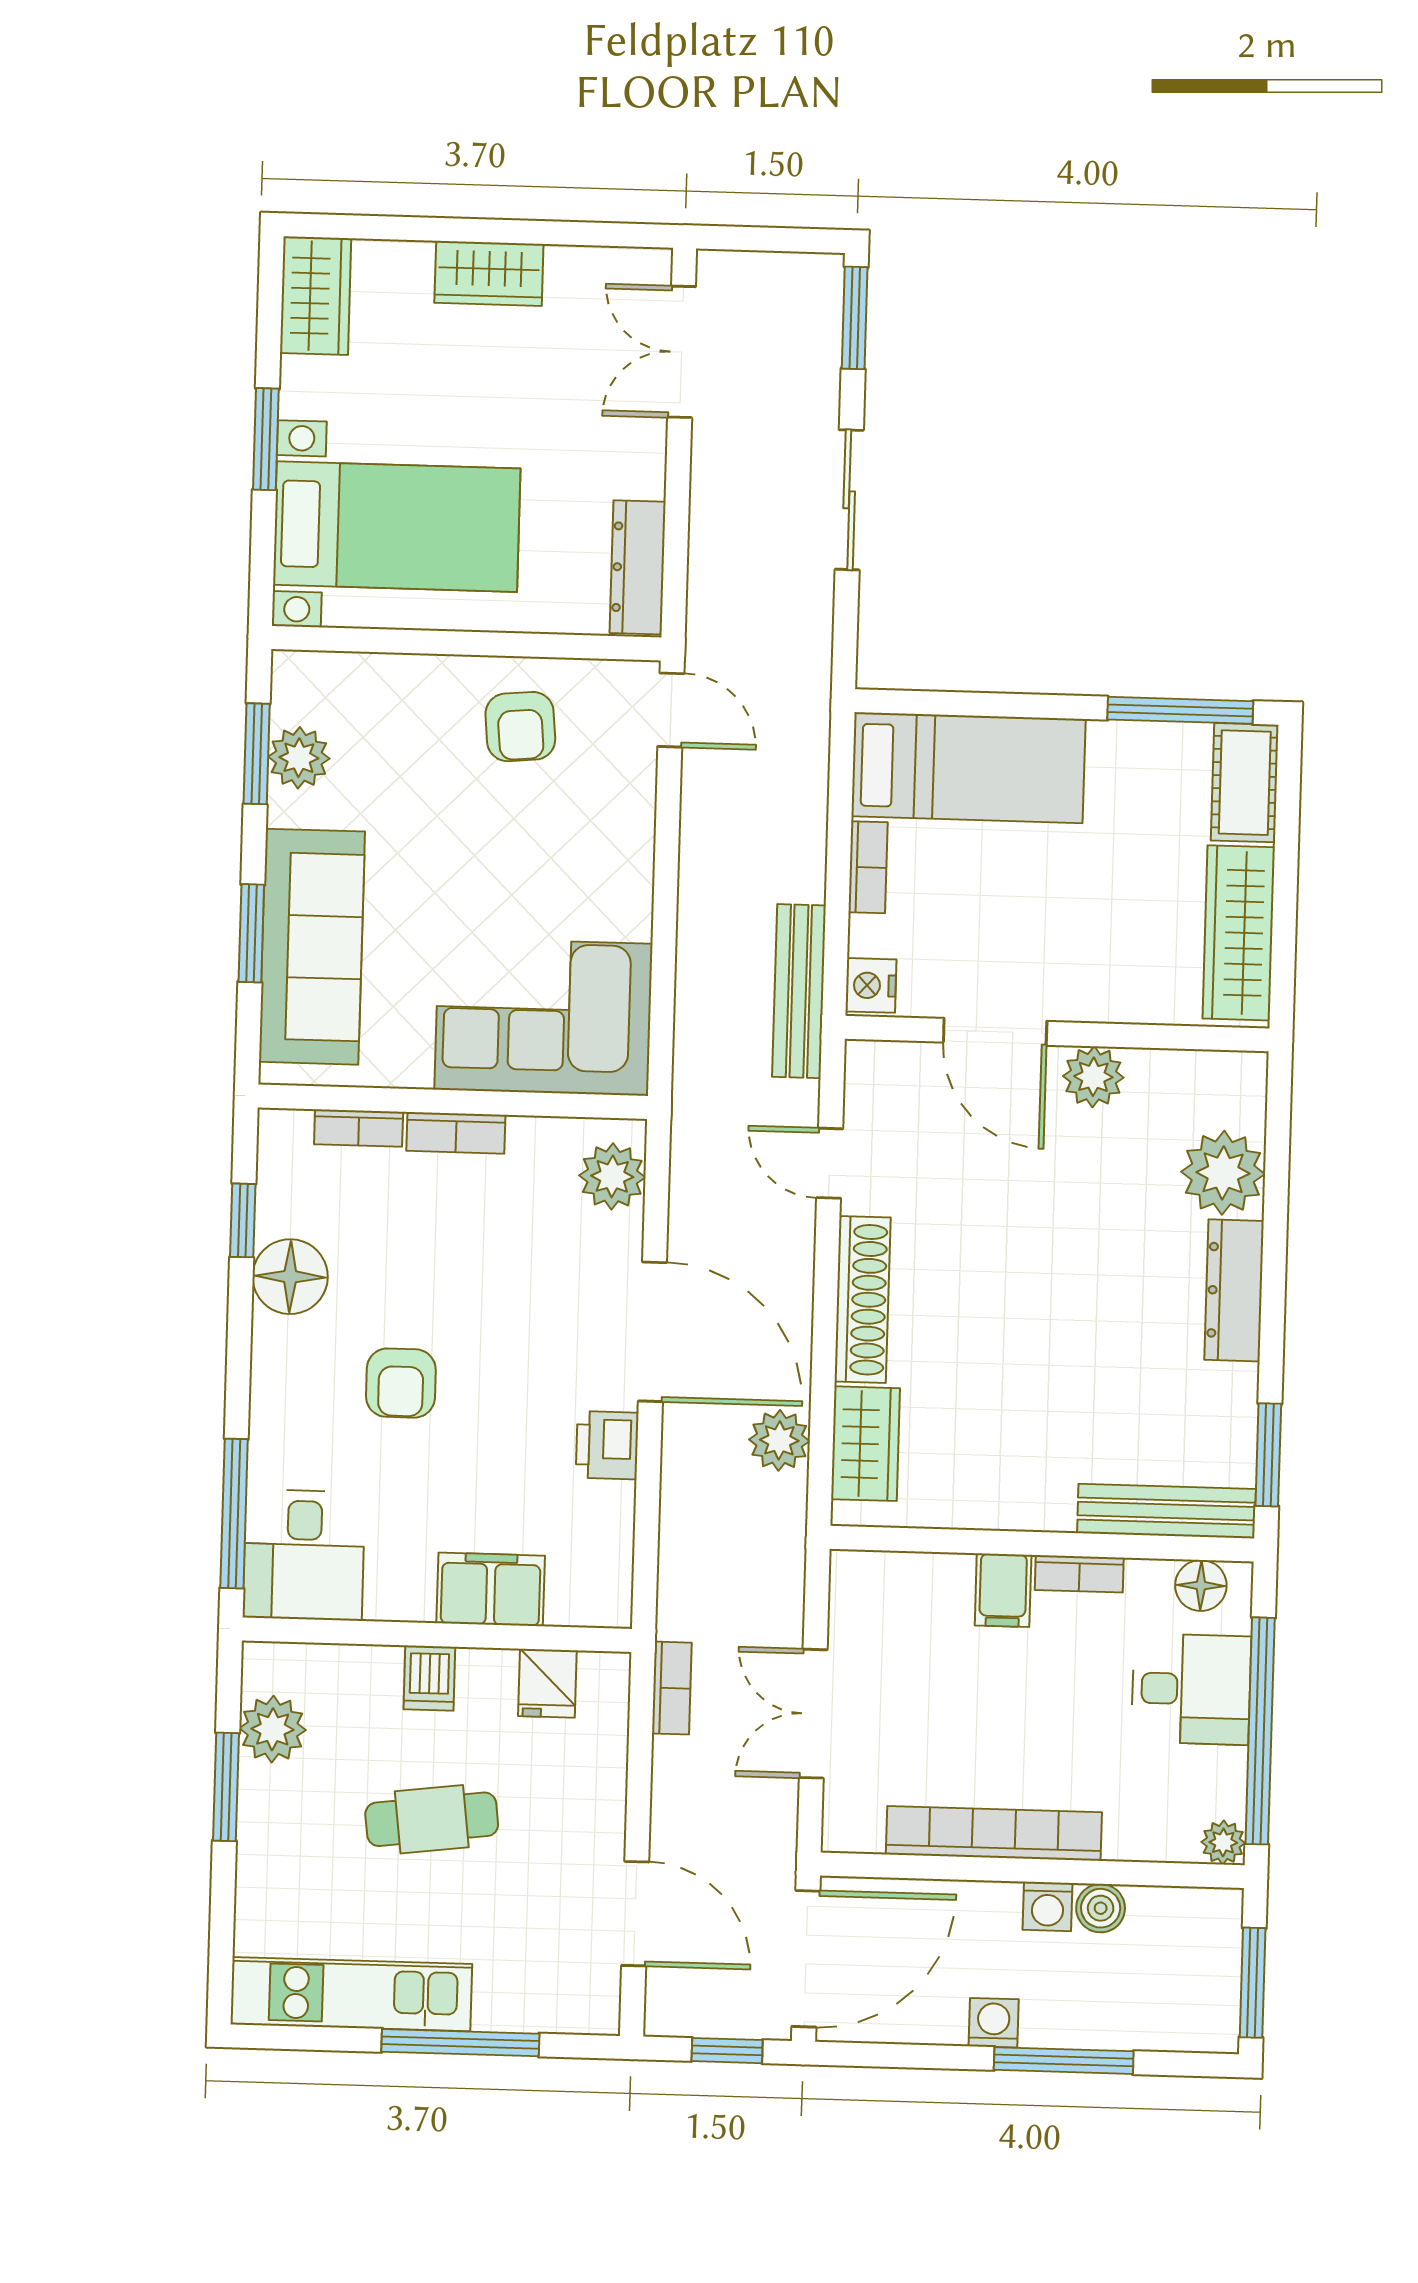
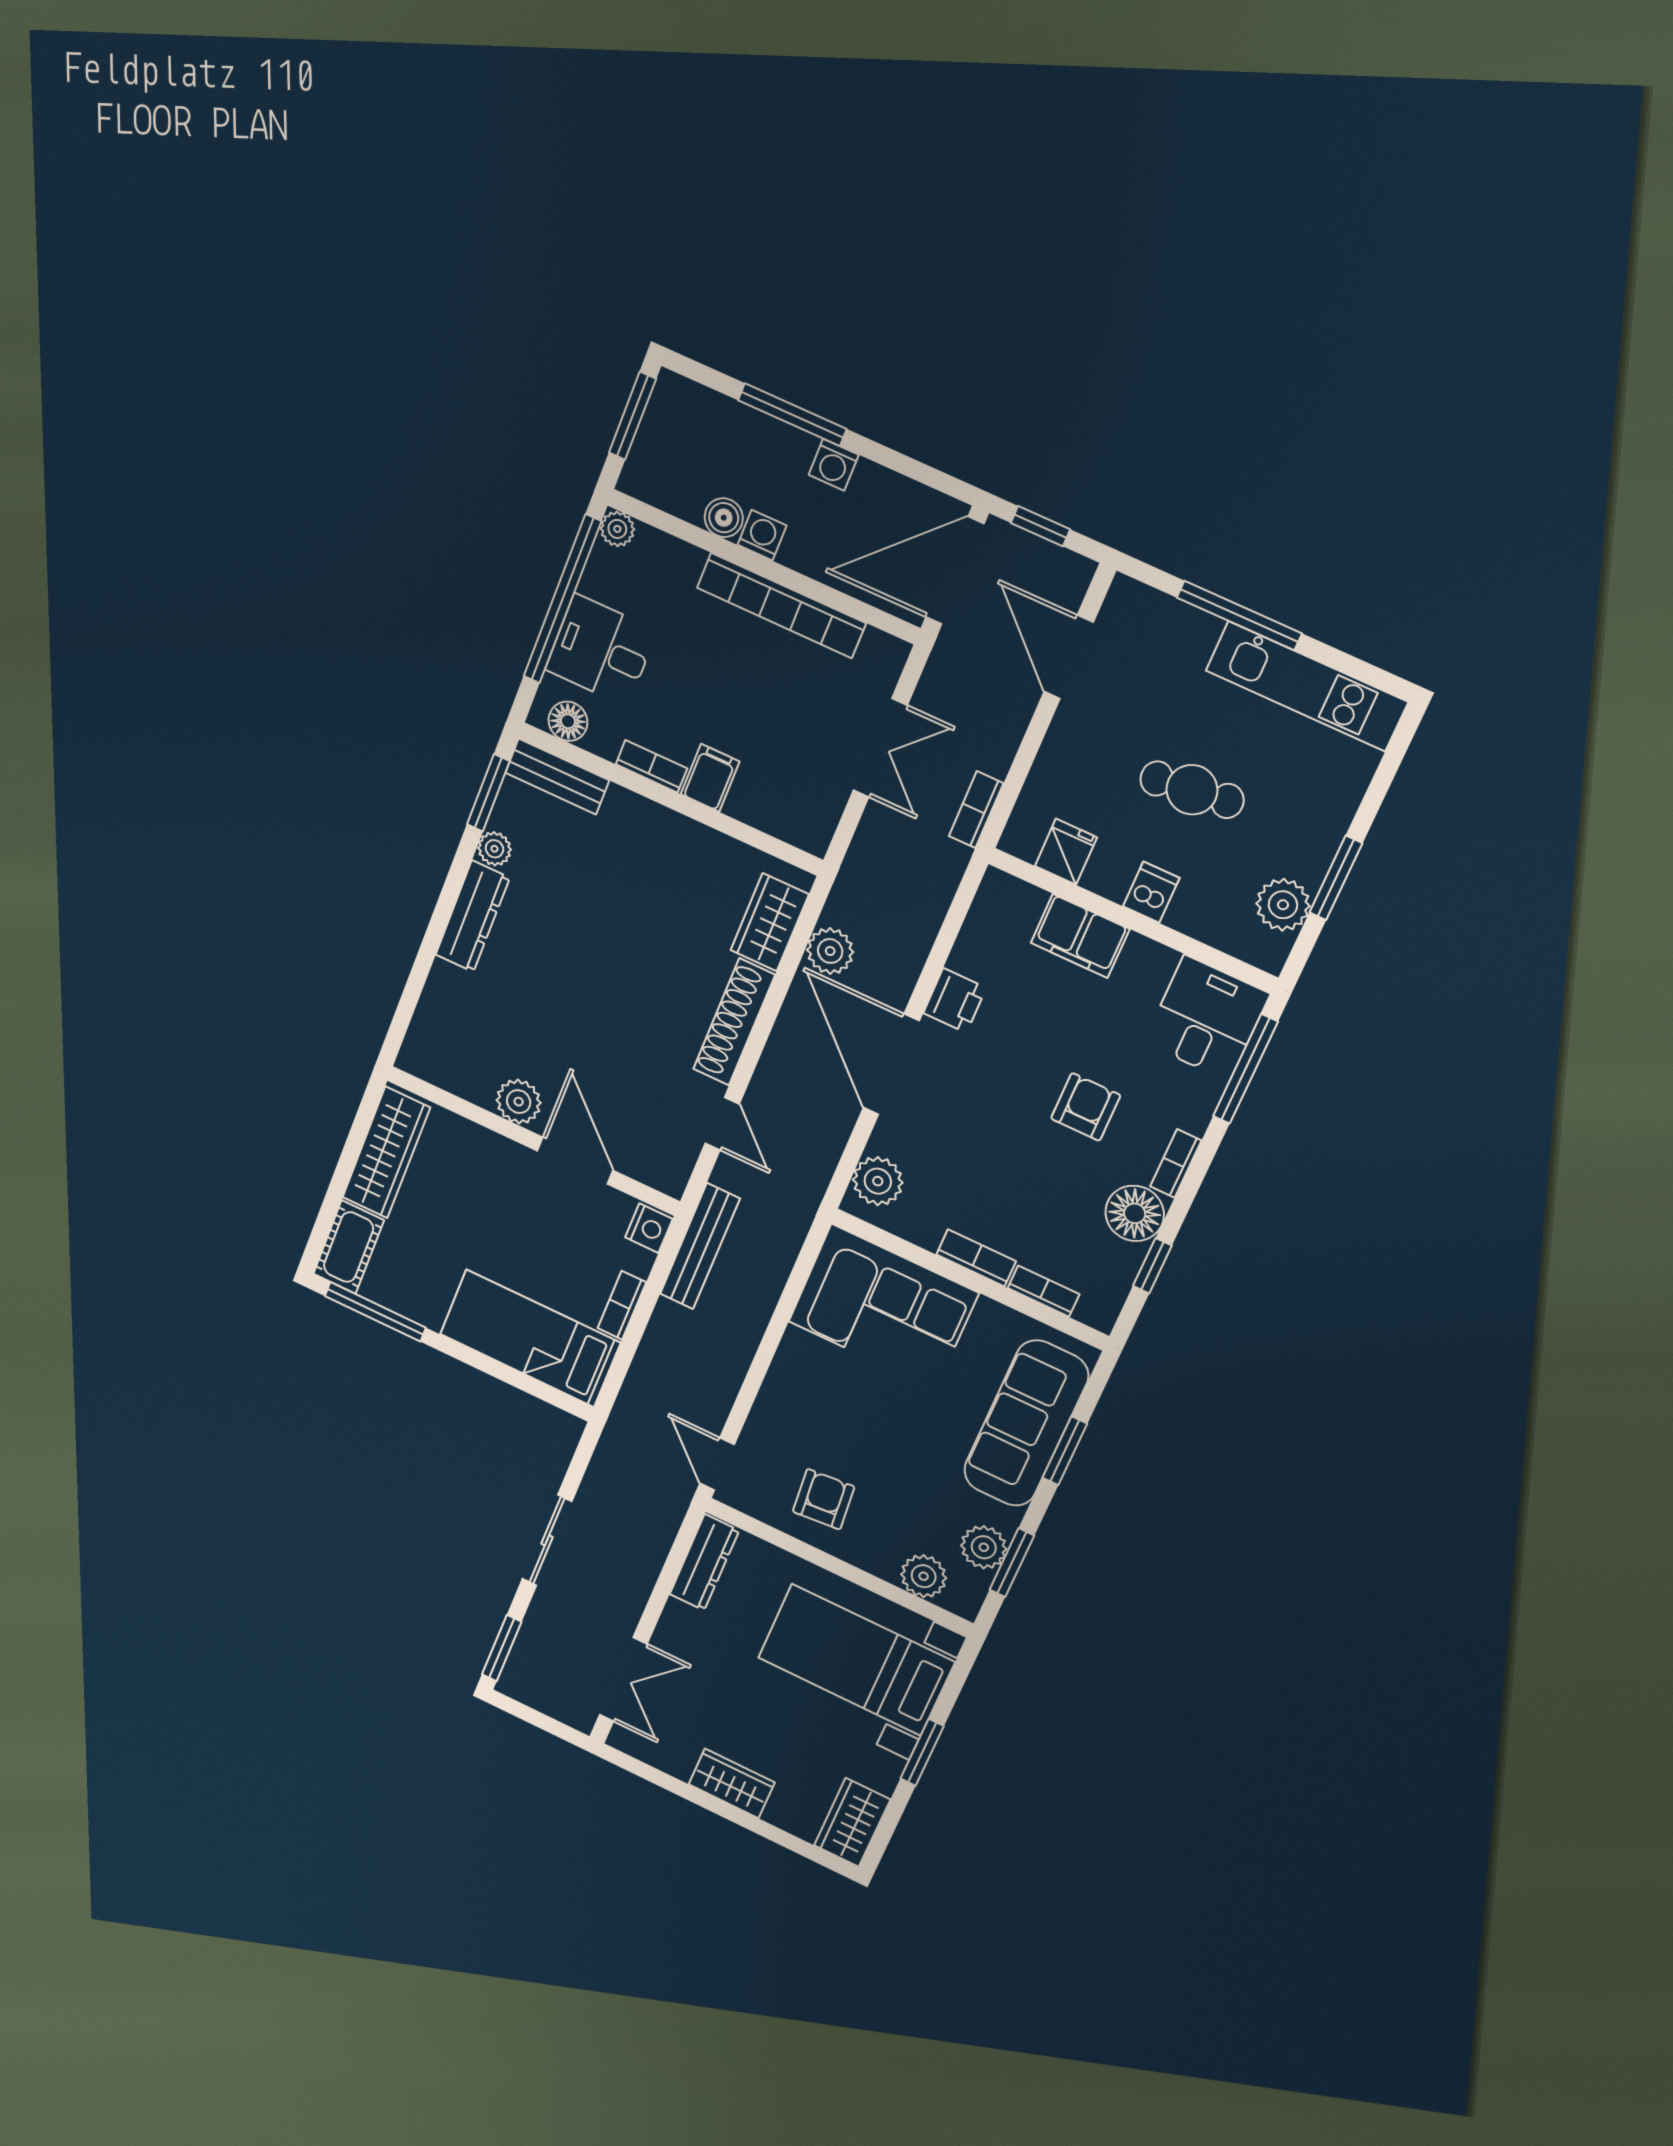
plant: (357, 682) -> (924, 1576), added
plant: (1223, 1173) -> (494, 849), moved, width x0.53, depth x0.53
bookcase: (267, 1361) -> (1176, 1163), added
bench: (1166, 1511) -> (557, 776), width x0.73

